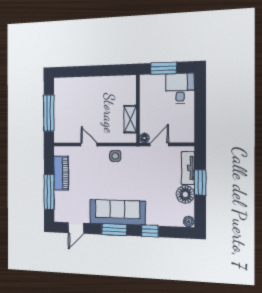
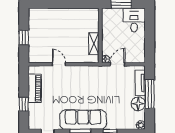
window: (49, 113) -> (24, 38), width x0.46
side table: (115, 156) -> (81, 74), removed
window: (200, 182) -> (150, 94), width x1.44
window: (49, 192) -> (24, 104), width x0.46

